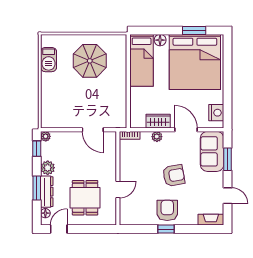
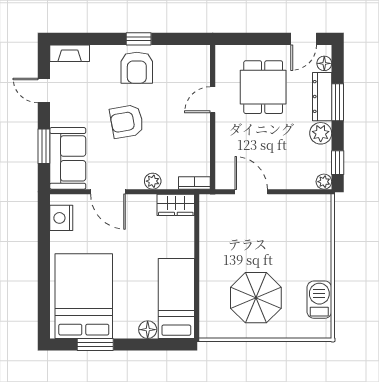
bed: (195, 62) -> (84, 296), width x0.73
wardrobe: (158, 121) -> (176, 205), moved

